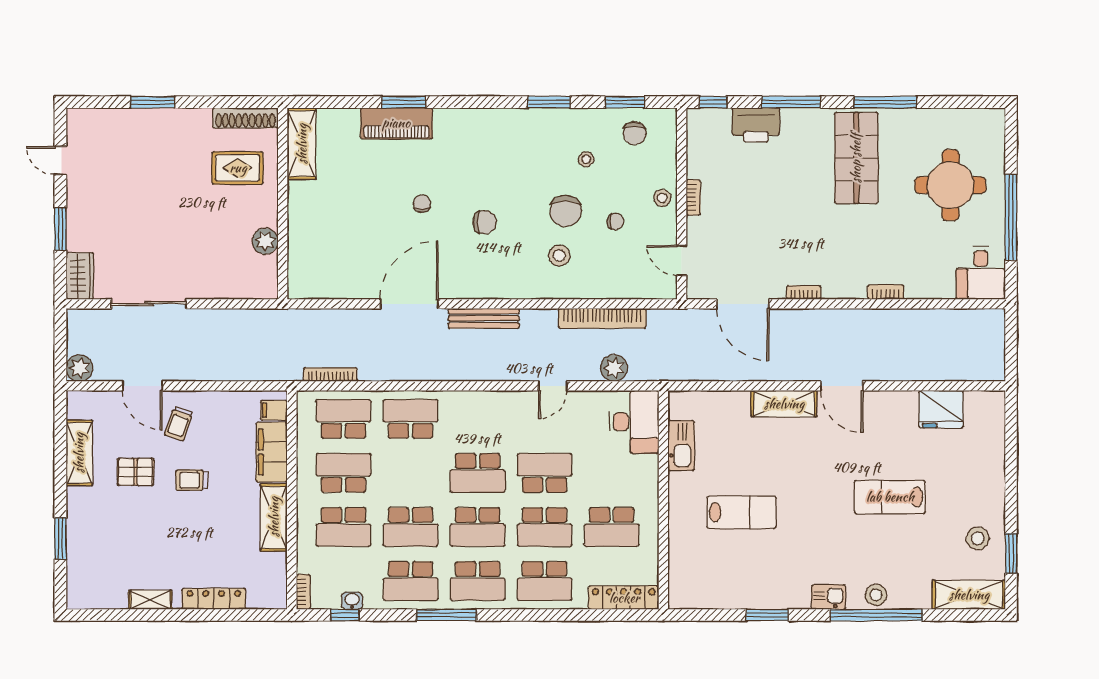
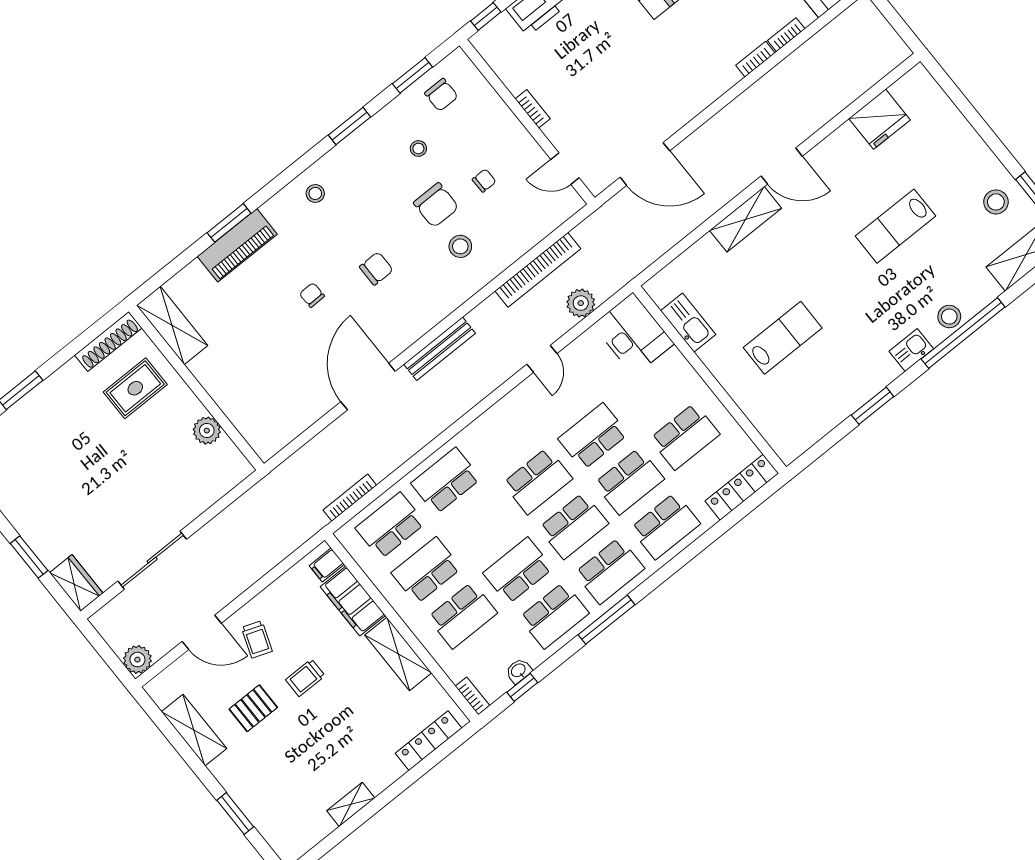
stool: (662, 198) -> (315, 193), moved
bookcase: (804, 292) -> (786, 35), moved
school desk: (411, 527) -> (518, 571), turned 180
locker: (214, 599) -> (429, 741), moved

